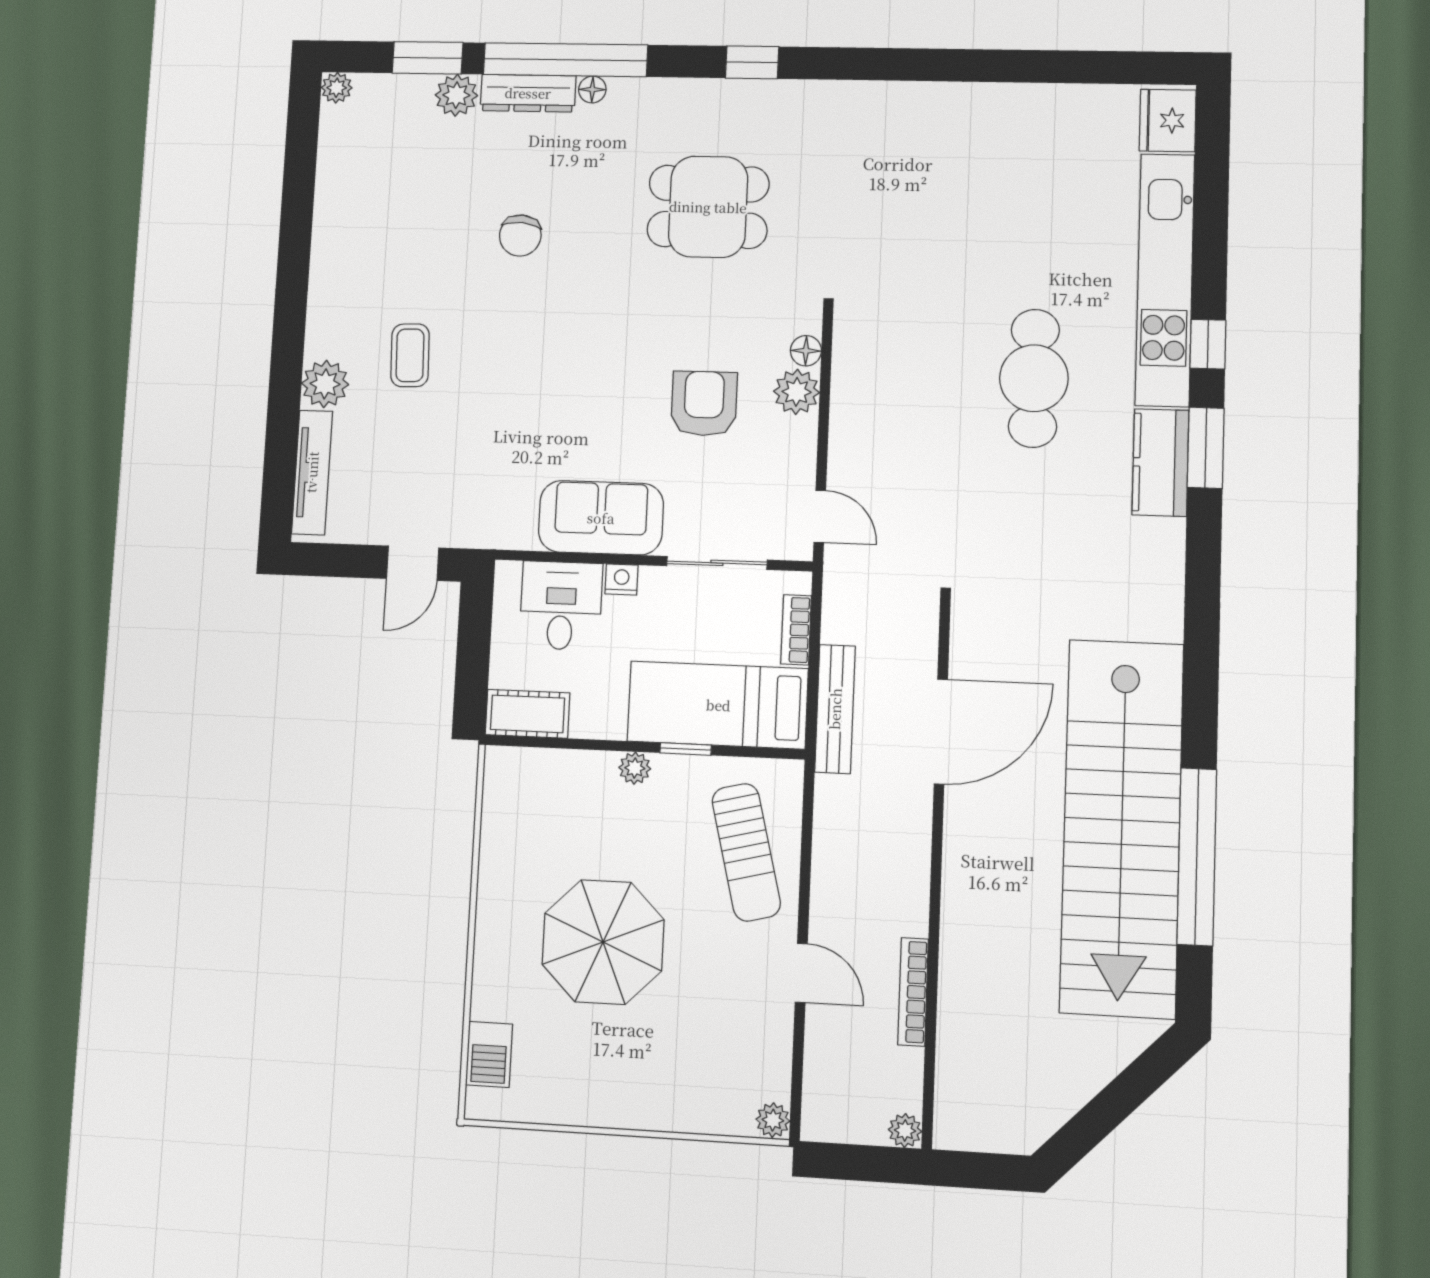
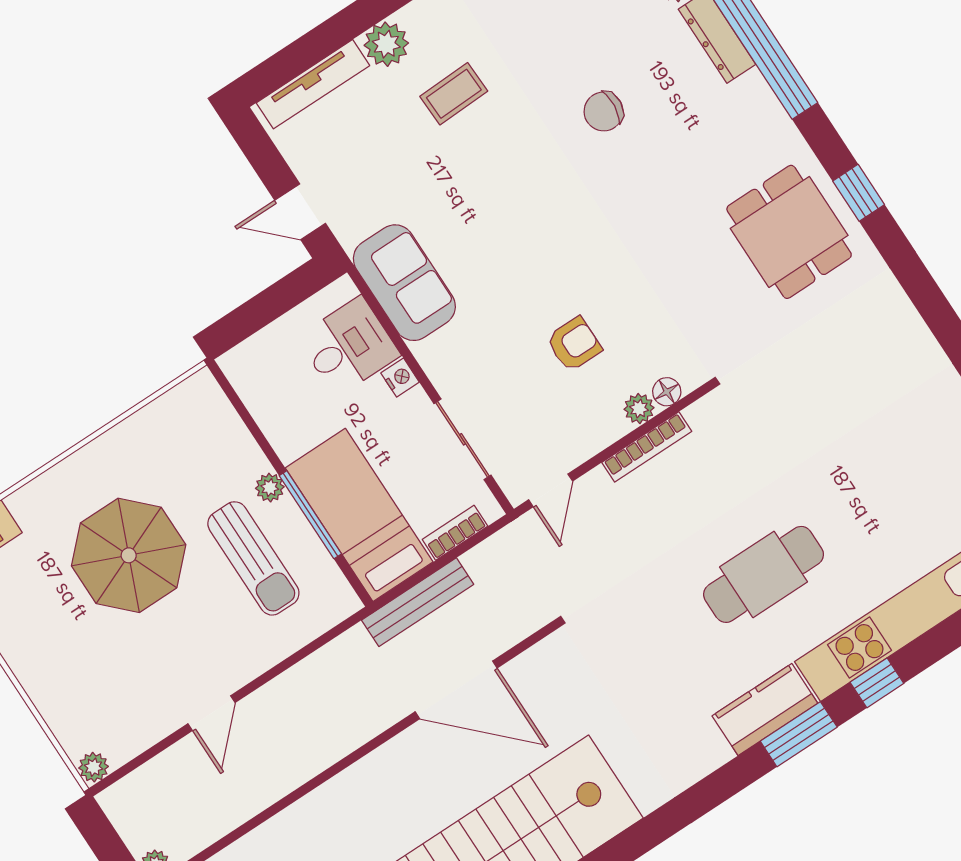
floor lamp: (592, 89) -> (754, 85), removed
dining table: (708, 207) -> (789, 232), moved
plant: (797, 392) -> (639, 409), width x0.73, depth x0.73
armchair: (704, 403) -> (574, 344), width x0.72, depth x0.72
sofa: (601, 518) -> (404, 283), moved
cot: (528, 714) -> (252, 380), removed
window: (686, 749) -> (310, 515), width x2.17
sun lounger: (746, 852) -> (253, 558), moved, turned -76
bookcase: (913, 992) -> (647, 447), moved, turned 180

